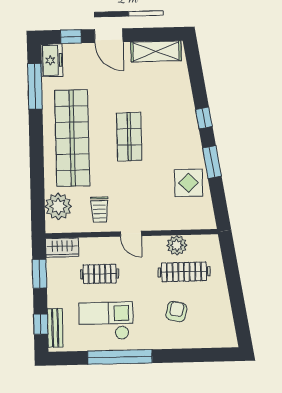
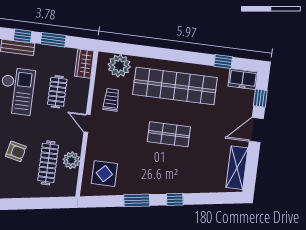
window: (35, 86) -> (223, 62), width x0.46
display table: (189, 183) -> (104, 174), moved
trolley: (99, 210) -> (111, 100), turned 90
door: (131, 234) -> (87, 123), hinge flipped
window: (40, 274) -> (53, 40), moved

